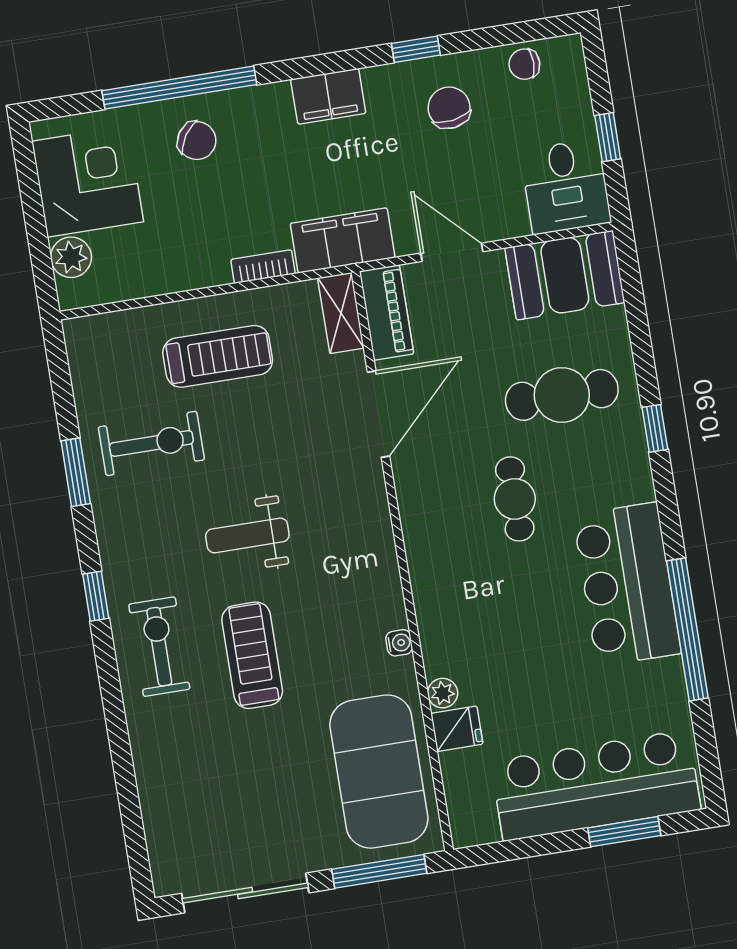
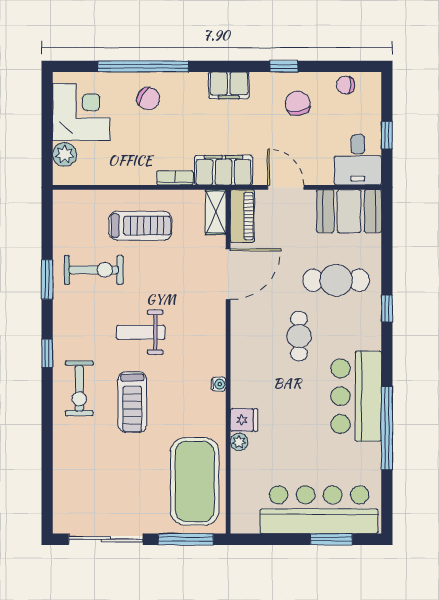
water cooler: (399, 643) -> (219, 384), moved
exercise bike: (159, 647) -> (79, 388), turned 180
treadmill: (252, 655) -> (132, 402), turned 180
fridge: (457, 729) -> (244, 420), moved

